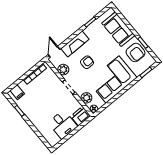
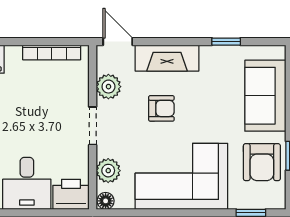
door: (54, 52) -> (118, 42), hinge flipped

